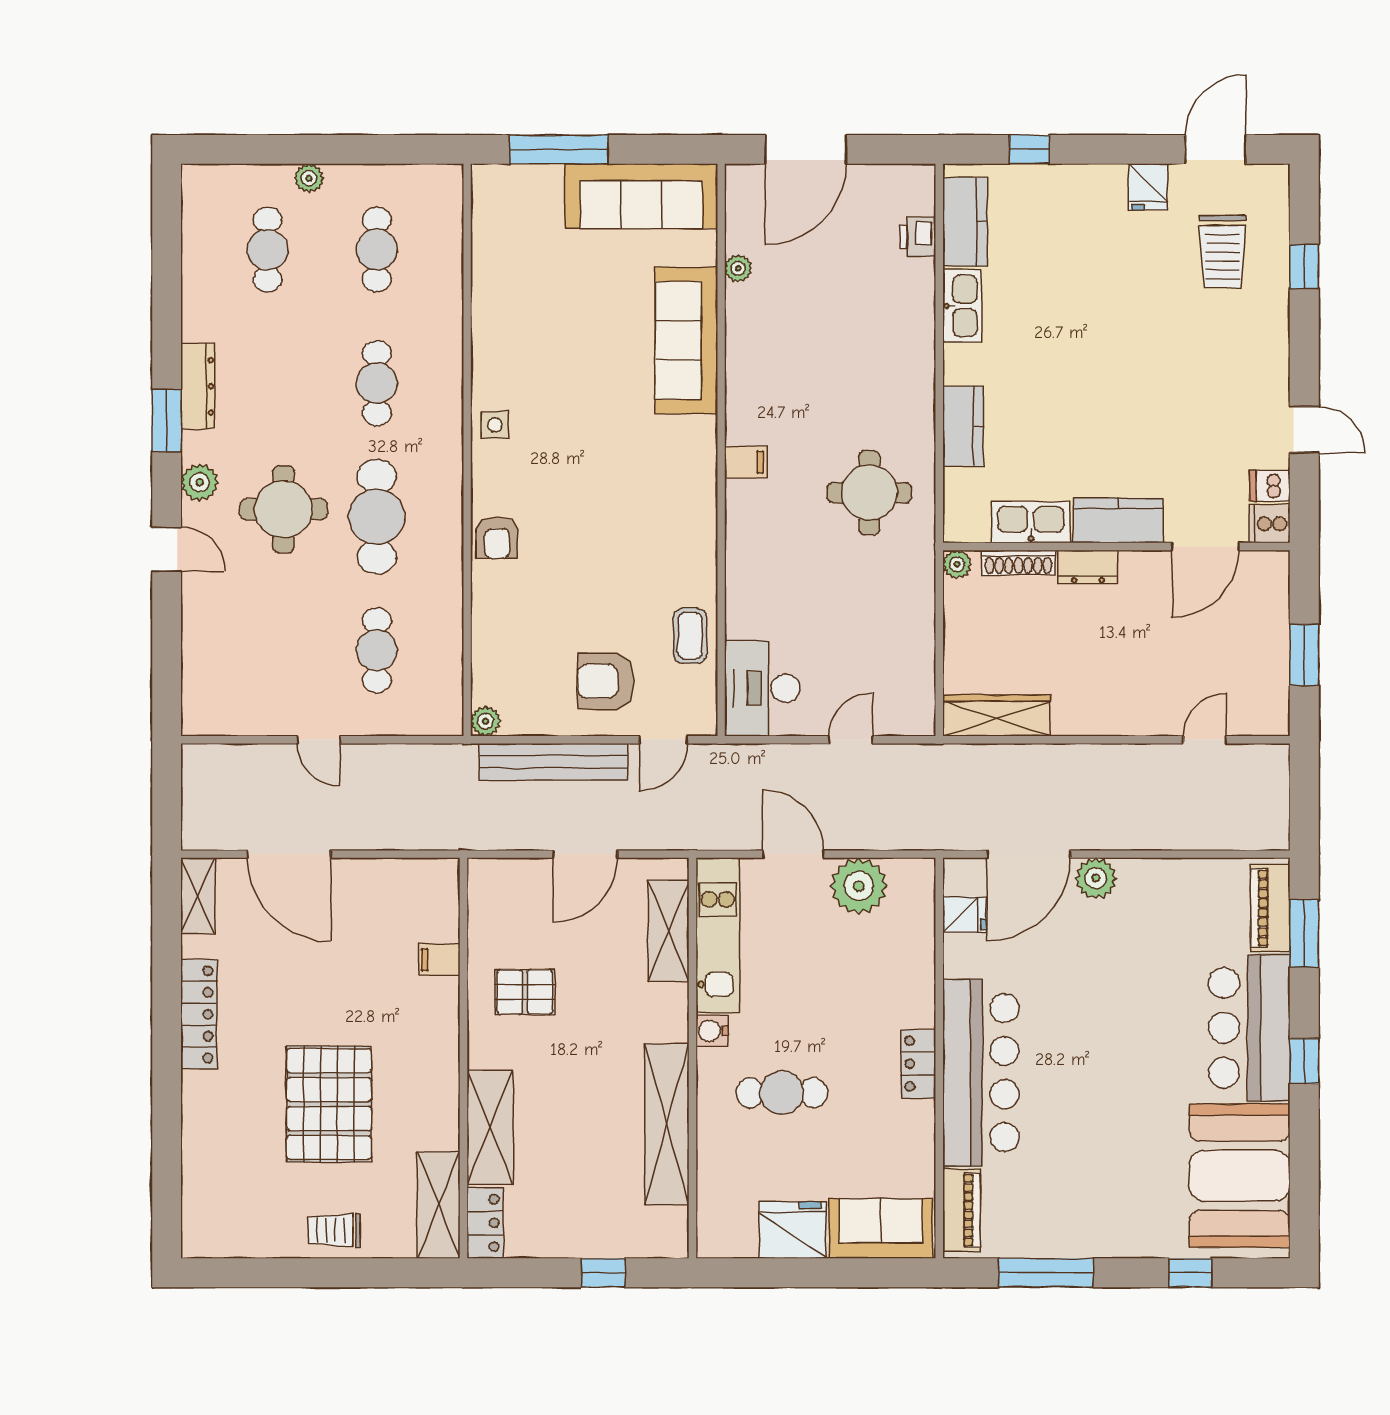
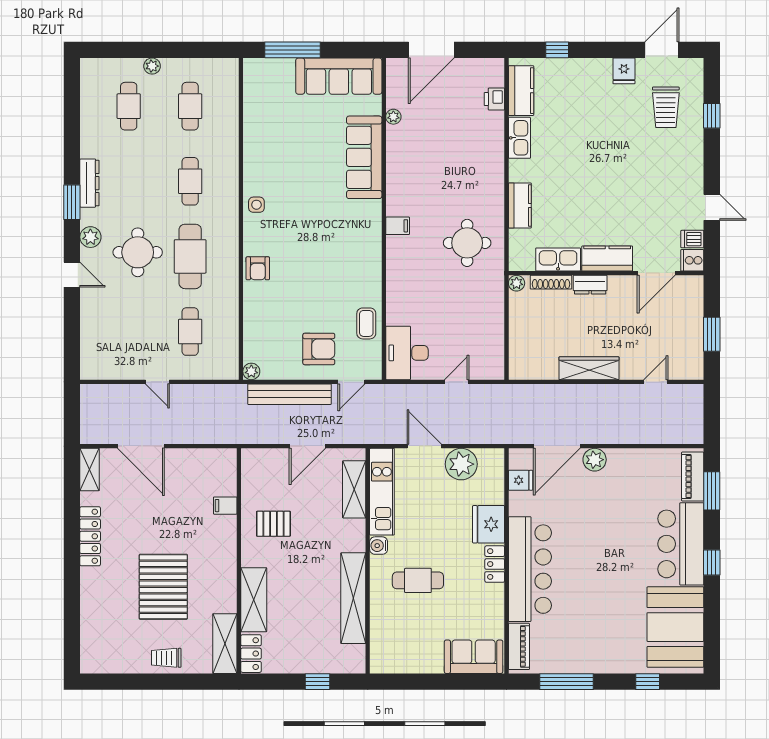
armchair: (606, 681) -> (319, 349), turned 180
wardrobe: (997, 716) -> (589, 368), moved
fridge: (793, 1230) -> (489, 524), moved, turned -90

